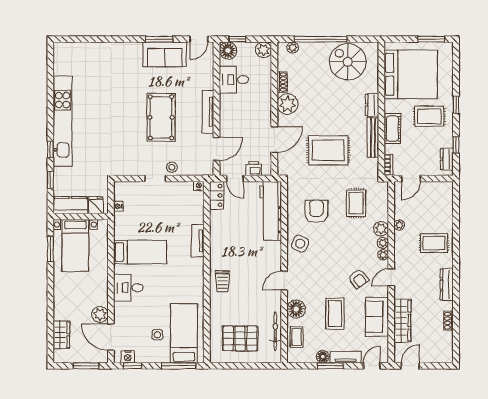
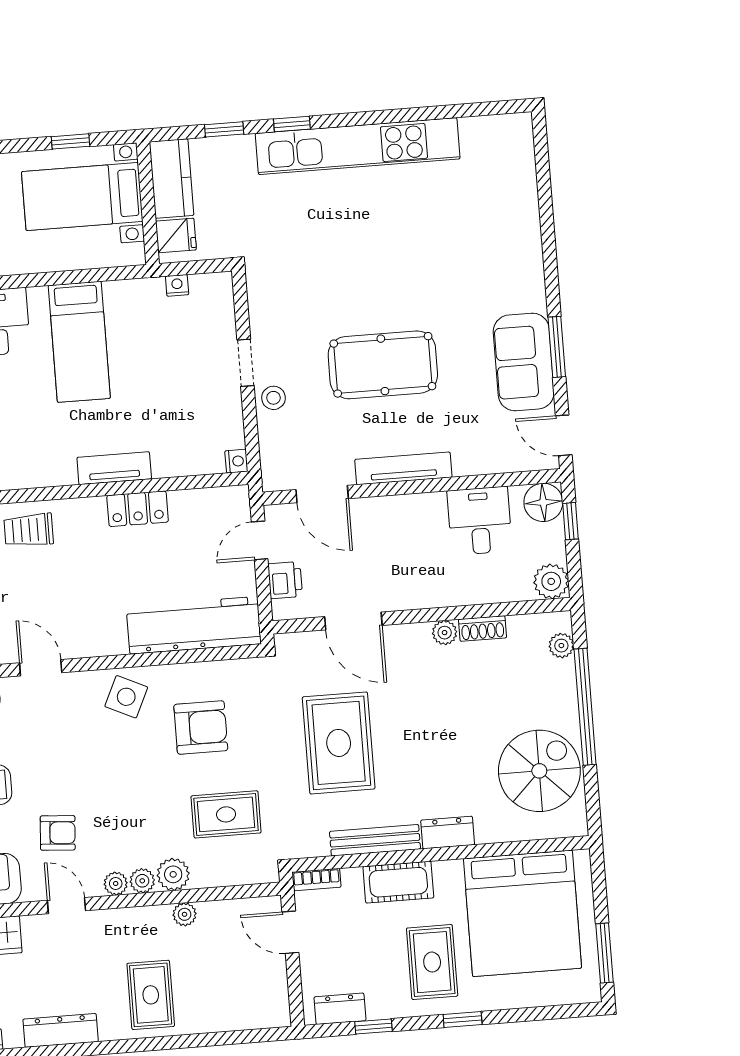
plant: (288, 104) -> (445, 633), width x0.53, depth x0.53
locker: (217, 195) -> (138, 509), moved
window: (50, 249) -> (70, 141), width x0.67
armchair: (358, 279) -> (58, 833), turned -140

